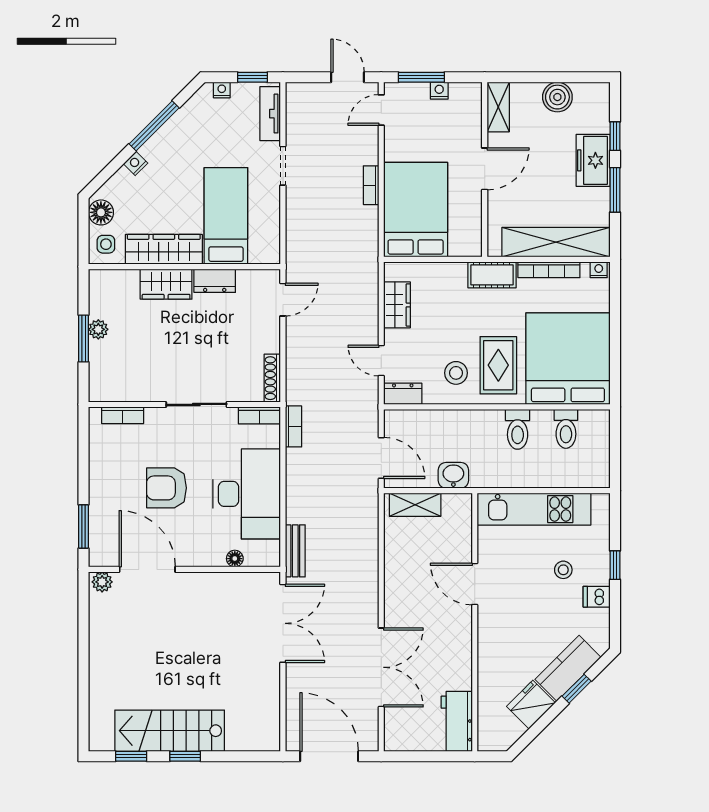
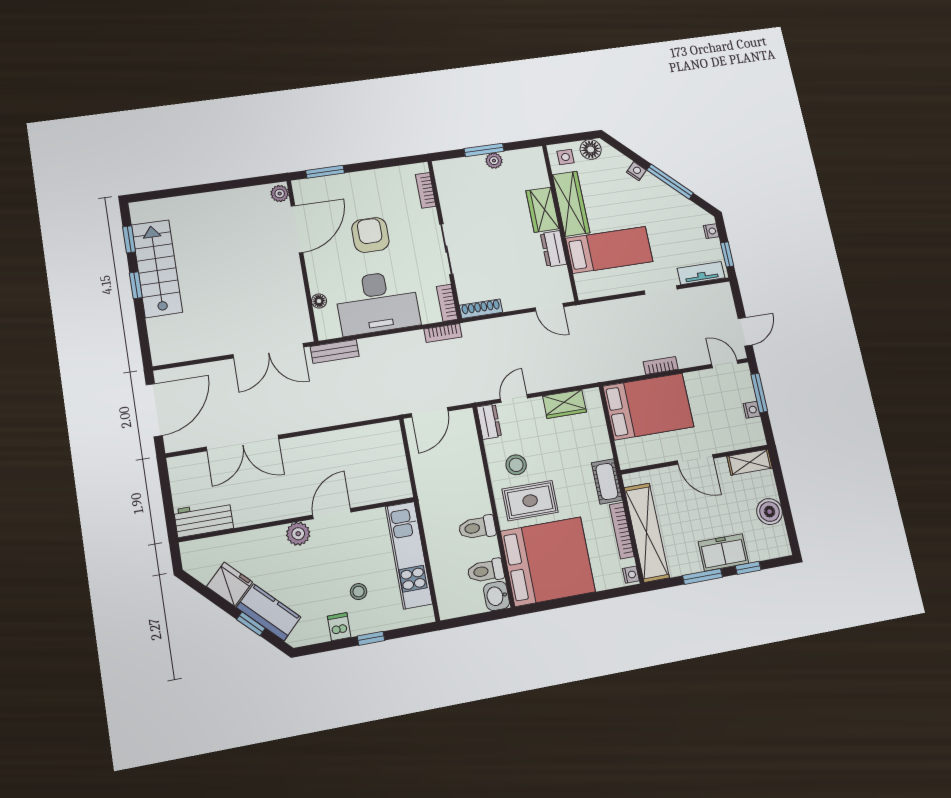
washbasin: (453, 475) -> (497, 596), moved, turned 180
shelving: (415, 505) -> (394, 449), removed
plant: (490, 624) -> (298, 534), added

